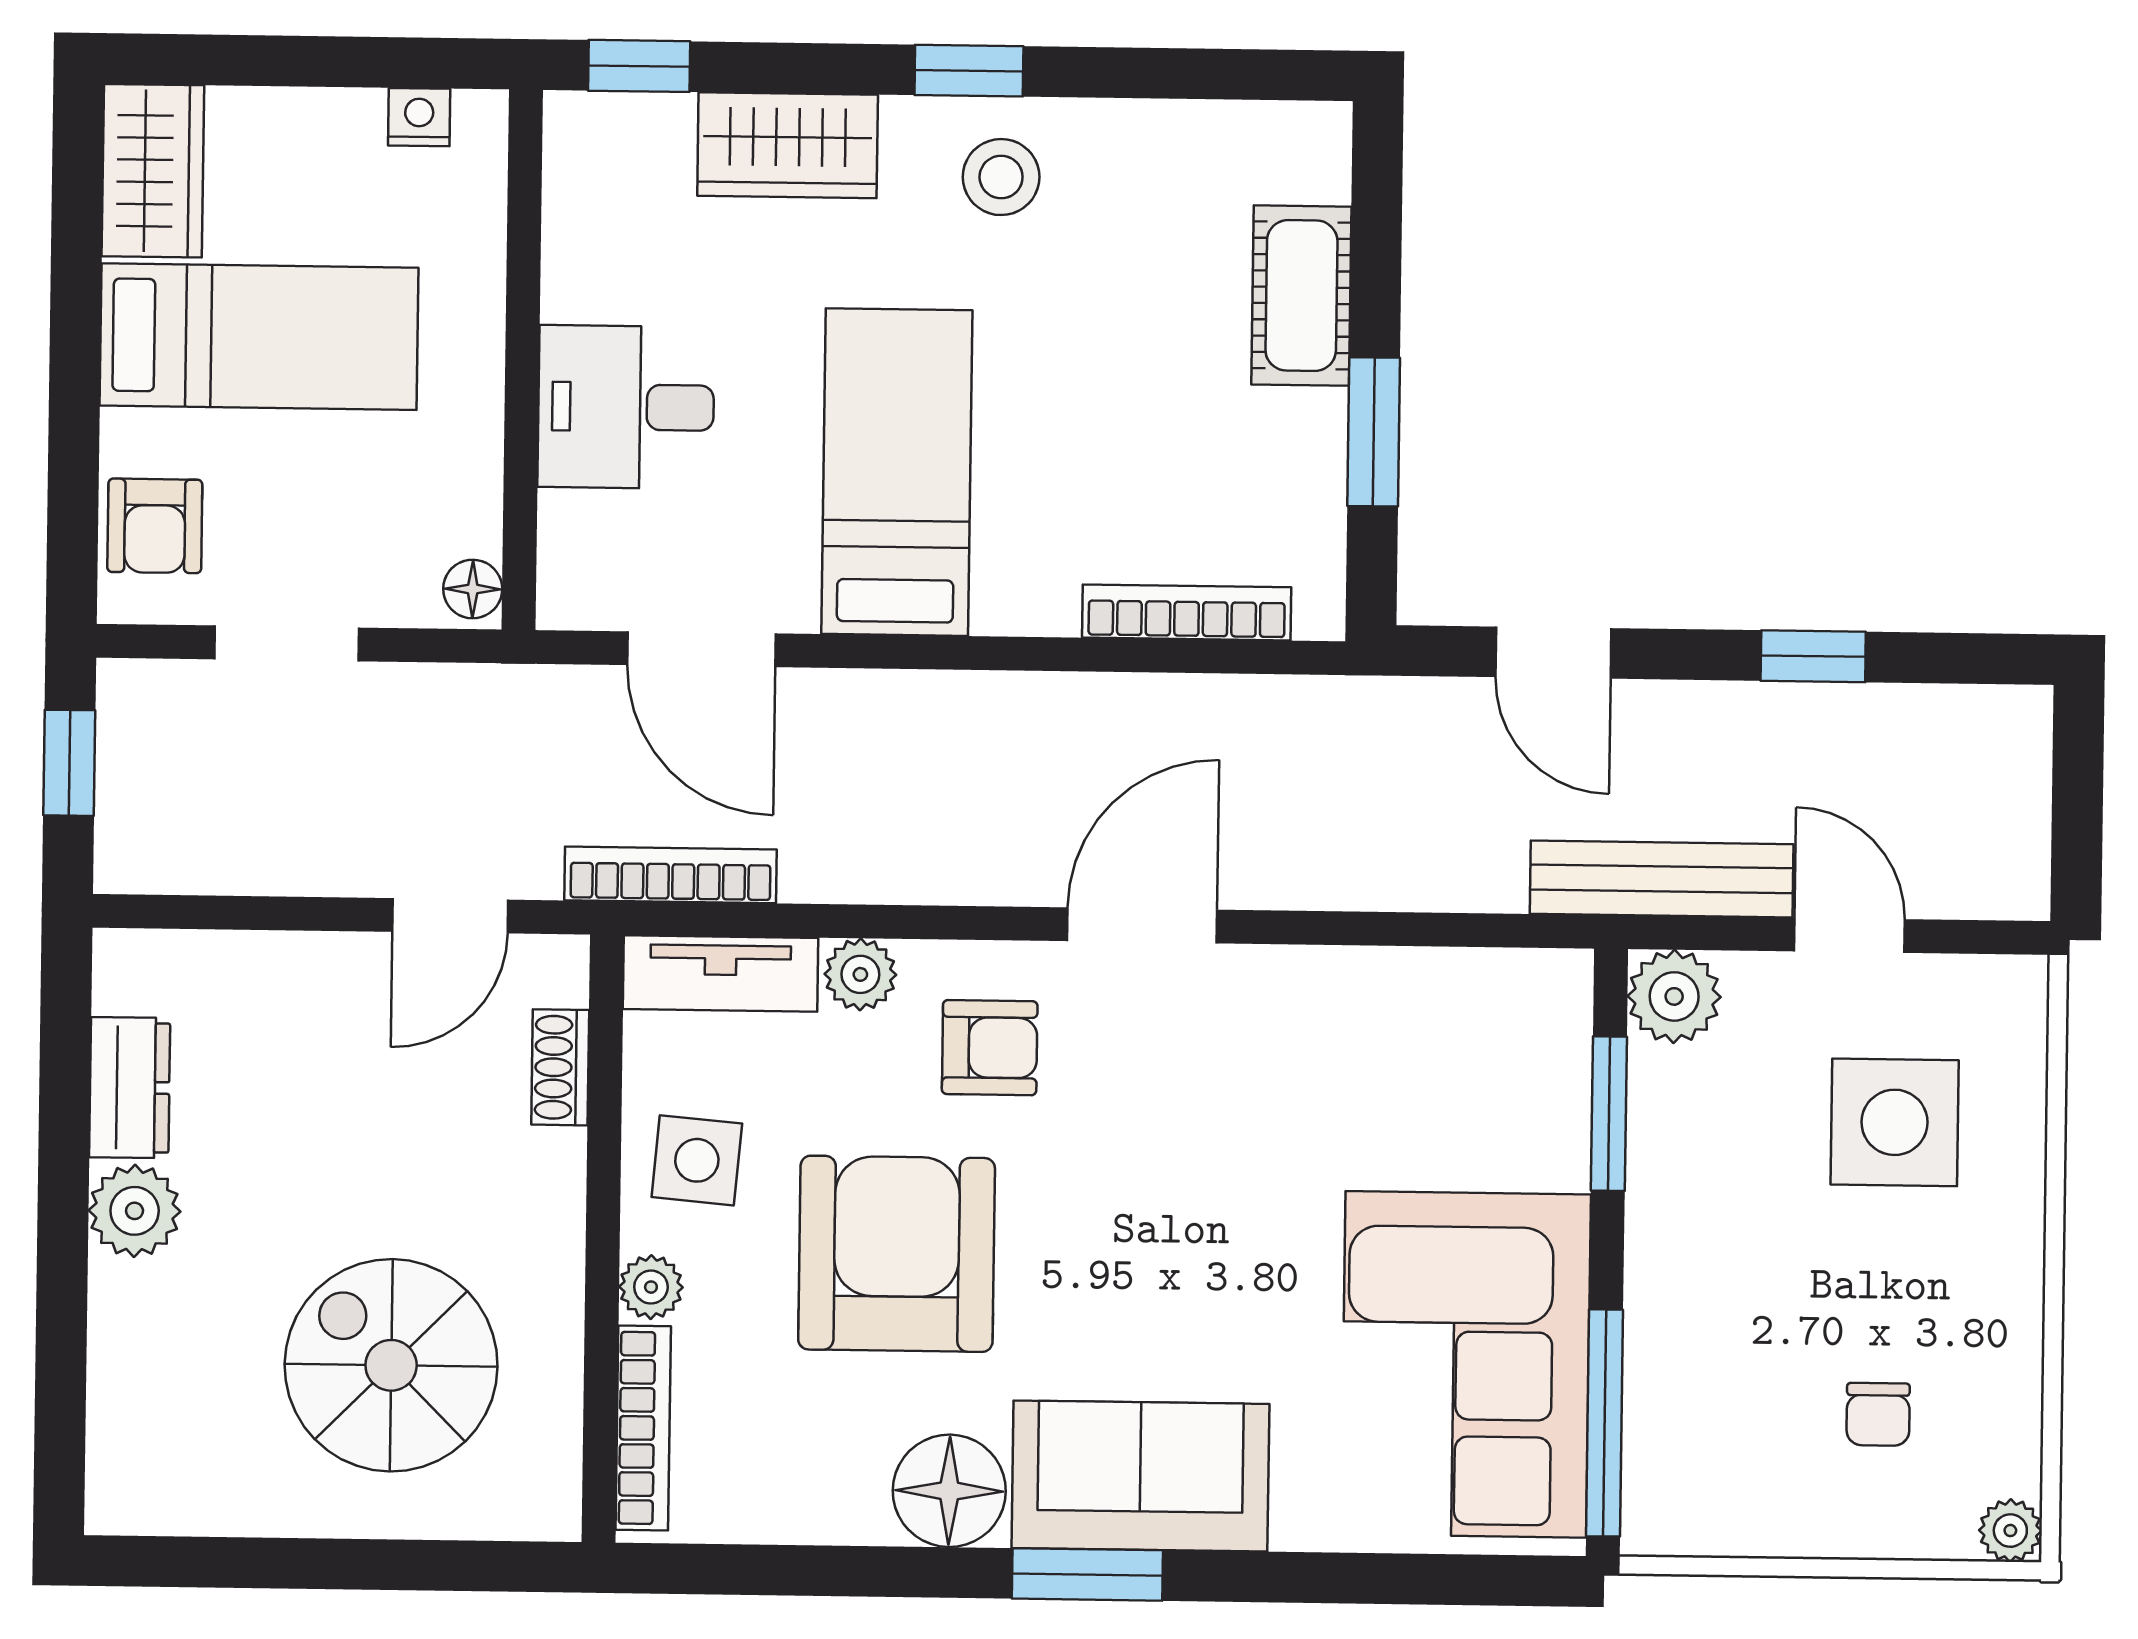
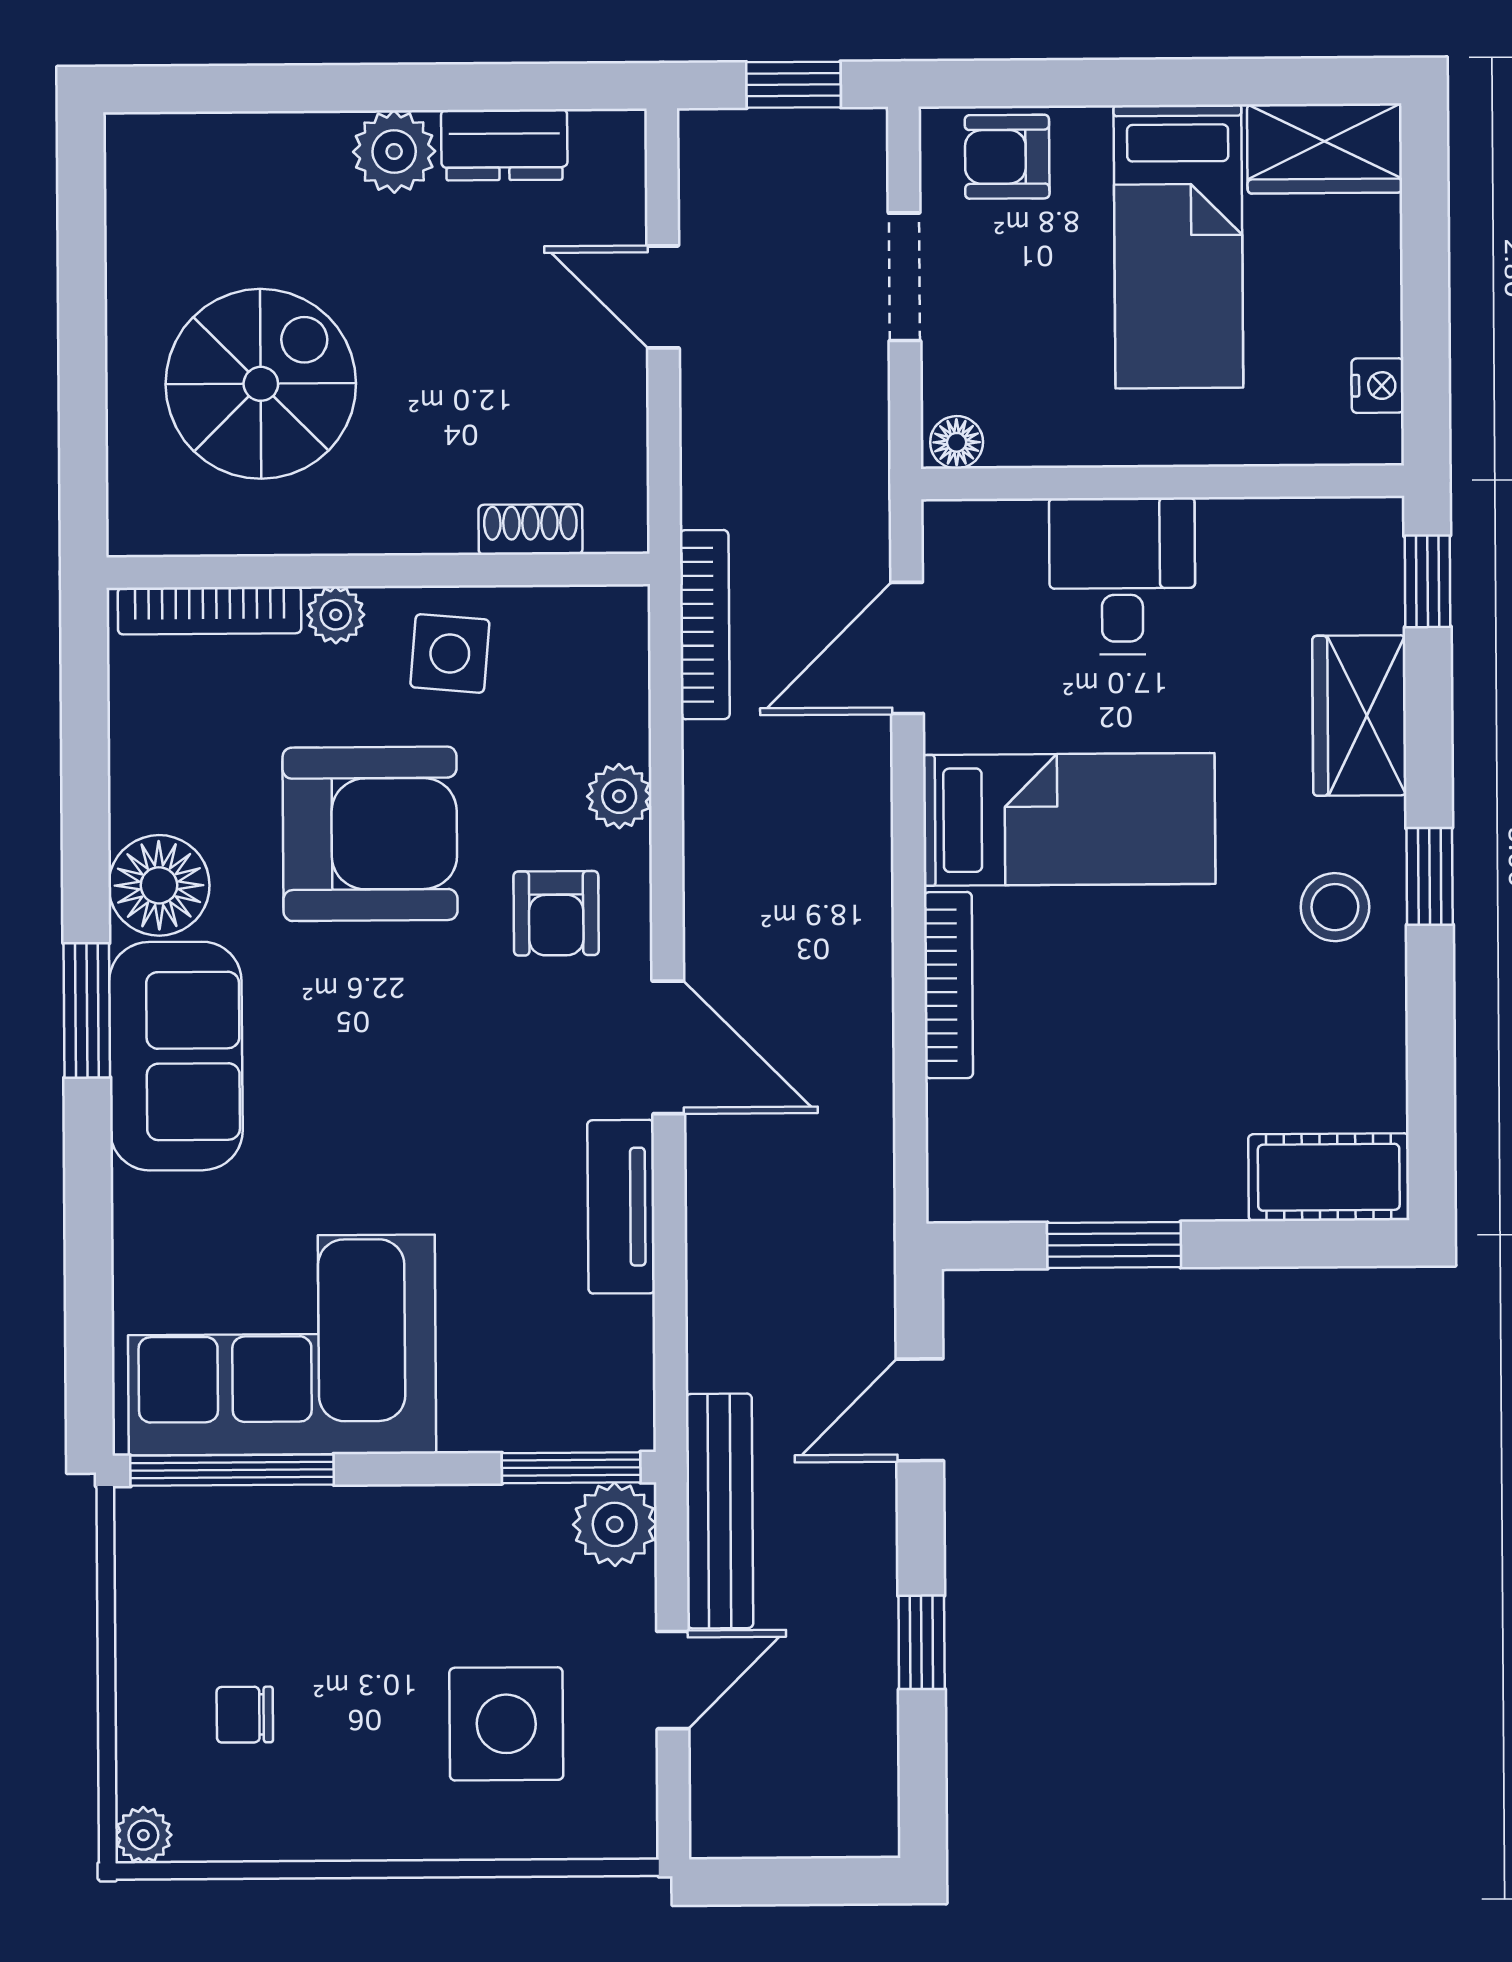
cot: (1301, 296) -> (1329, 1177), moved
bookcase: (1187, 612) -> (948, 985), moved
door: (450, 916) -> (663, 297), moved
tv unit: (720, 973) -> (621, 1207), moved
window: (1609, 1114) -> (571, 1468), moved

